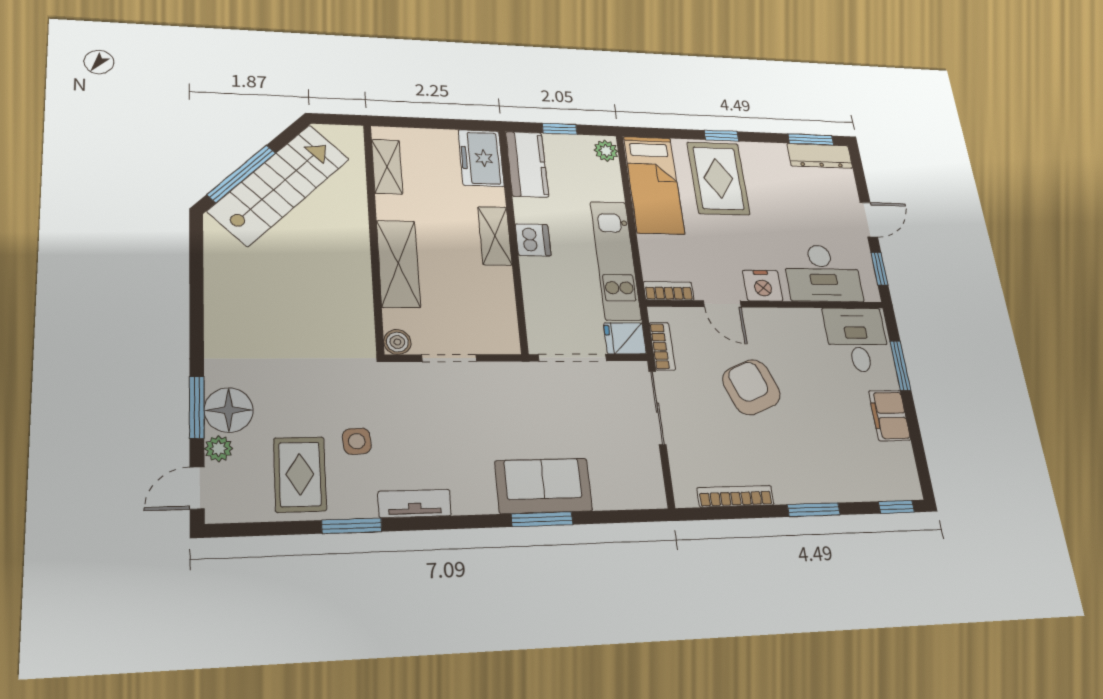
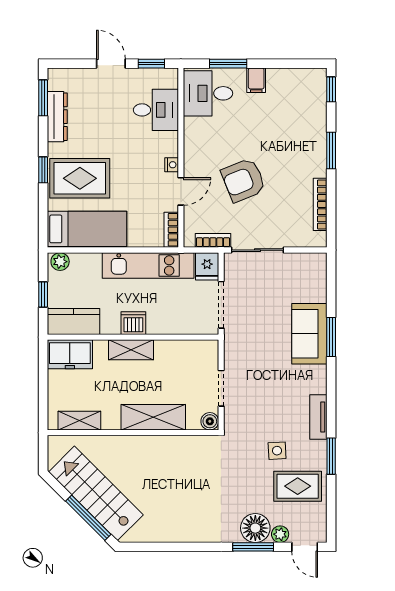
dresser: (820, 156) -> (57, 117), moved
desk: (823, 273) -> (156, 110), width x0.73
nightstand: (763, 286) -> (172, 165), width x0.53, depth x0.56
filing cabinet: (890, 415) -> (256, 80), width x0.50

